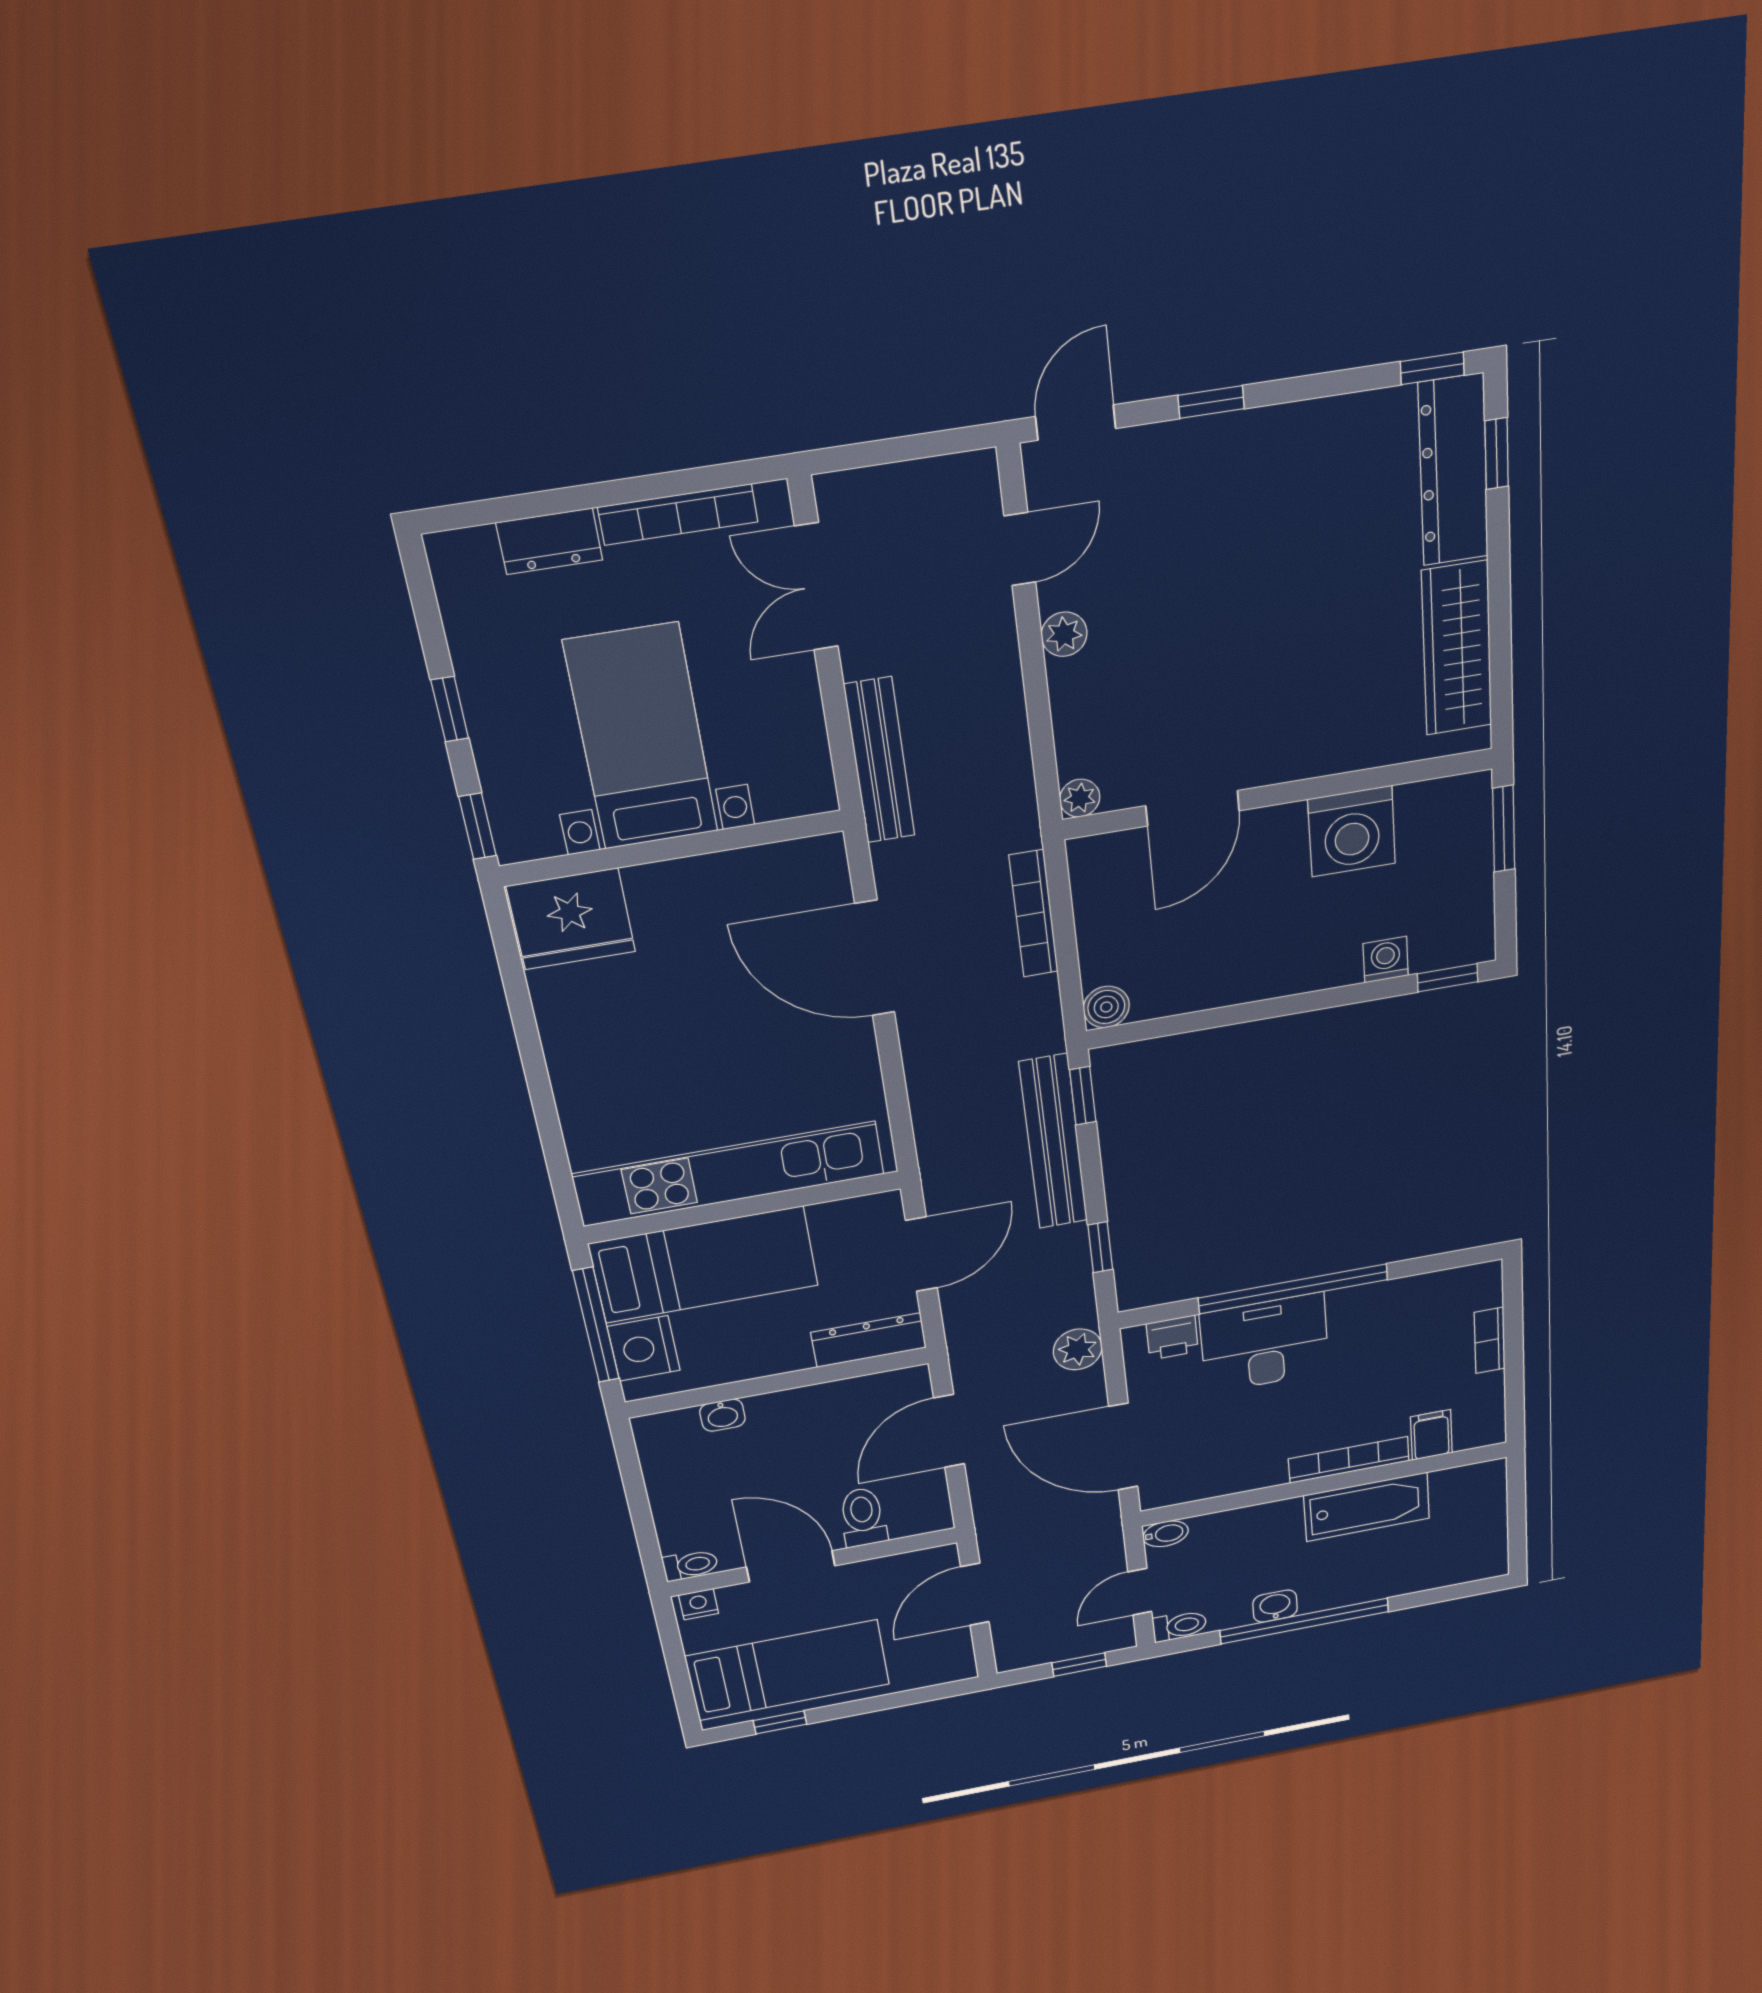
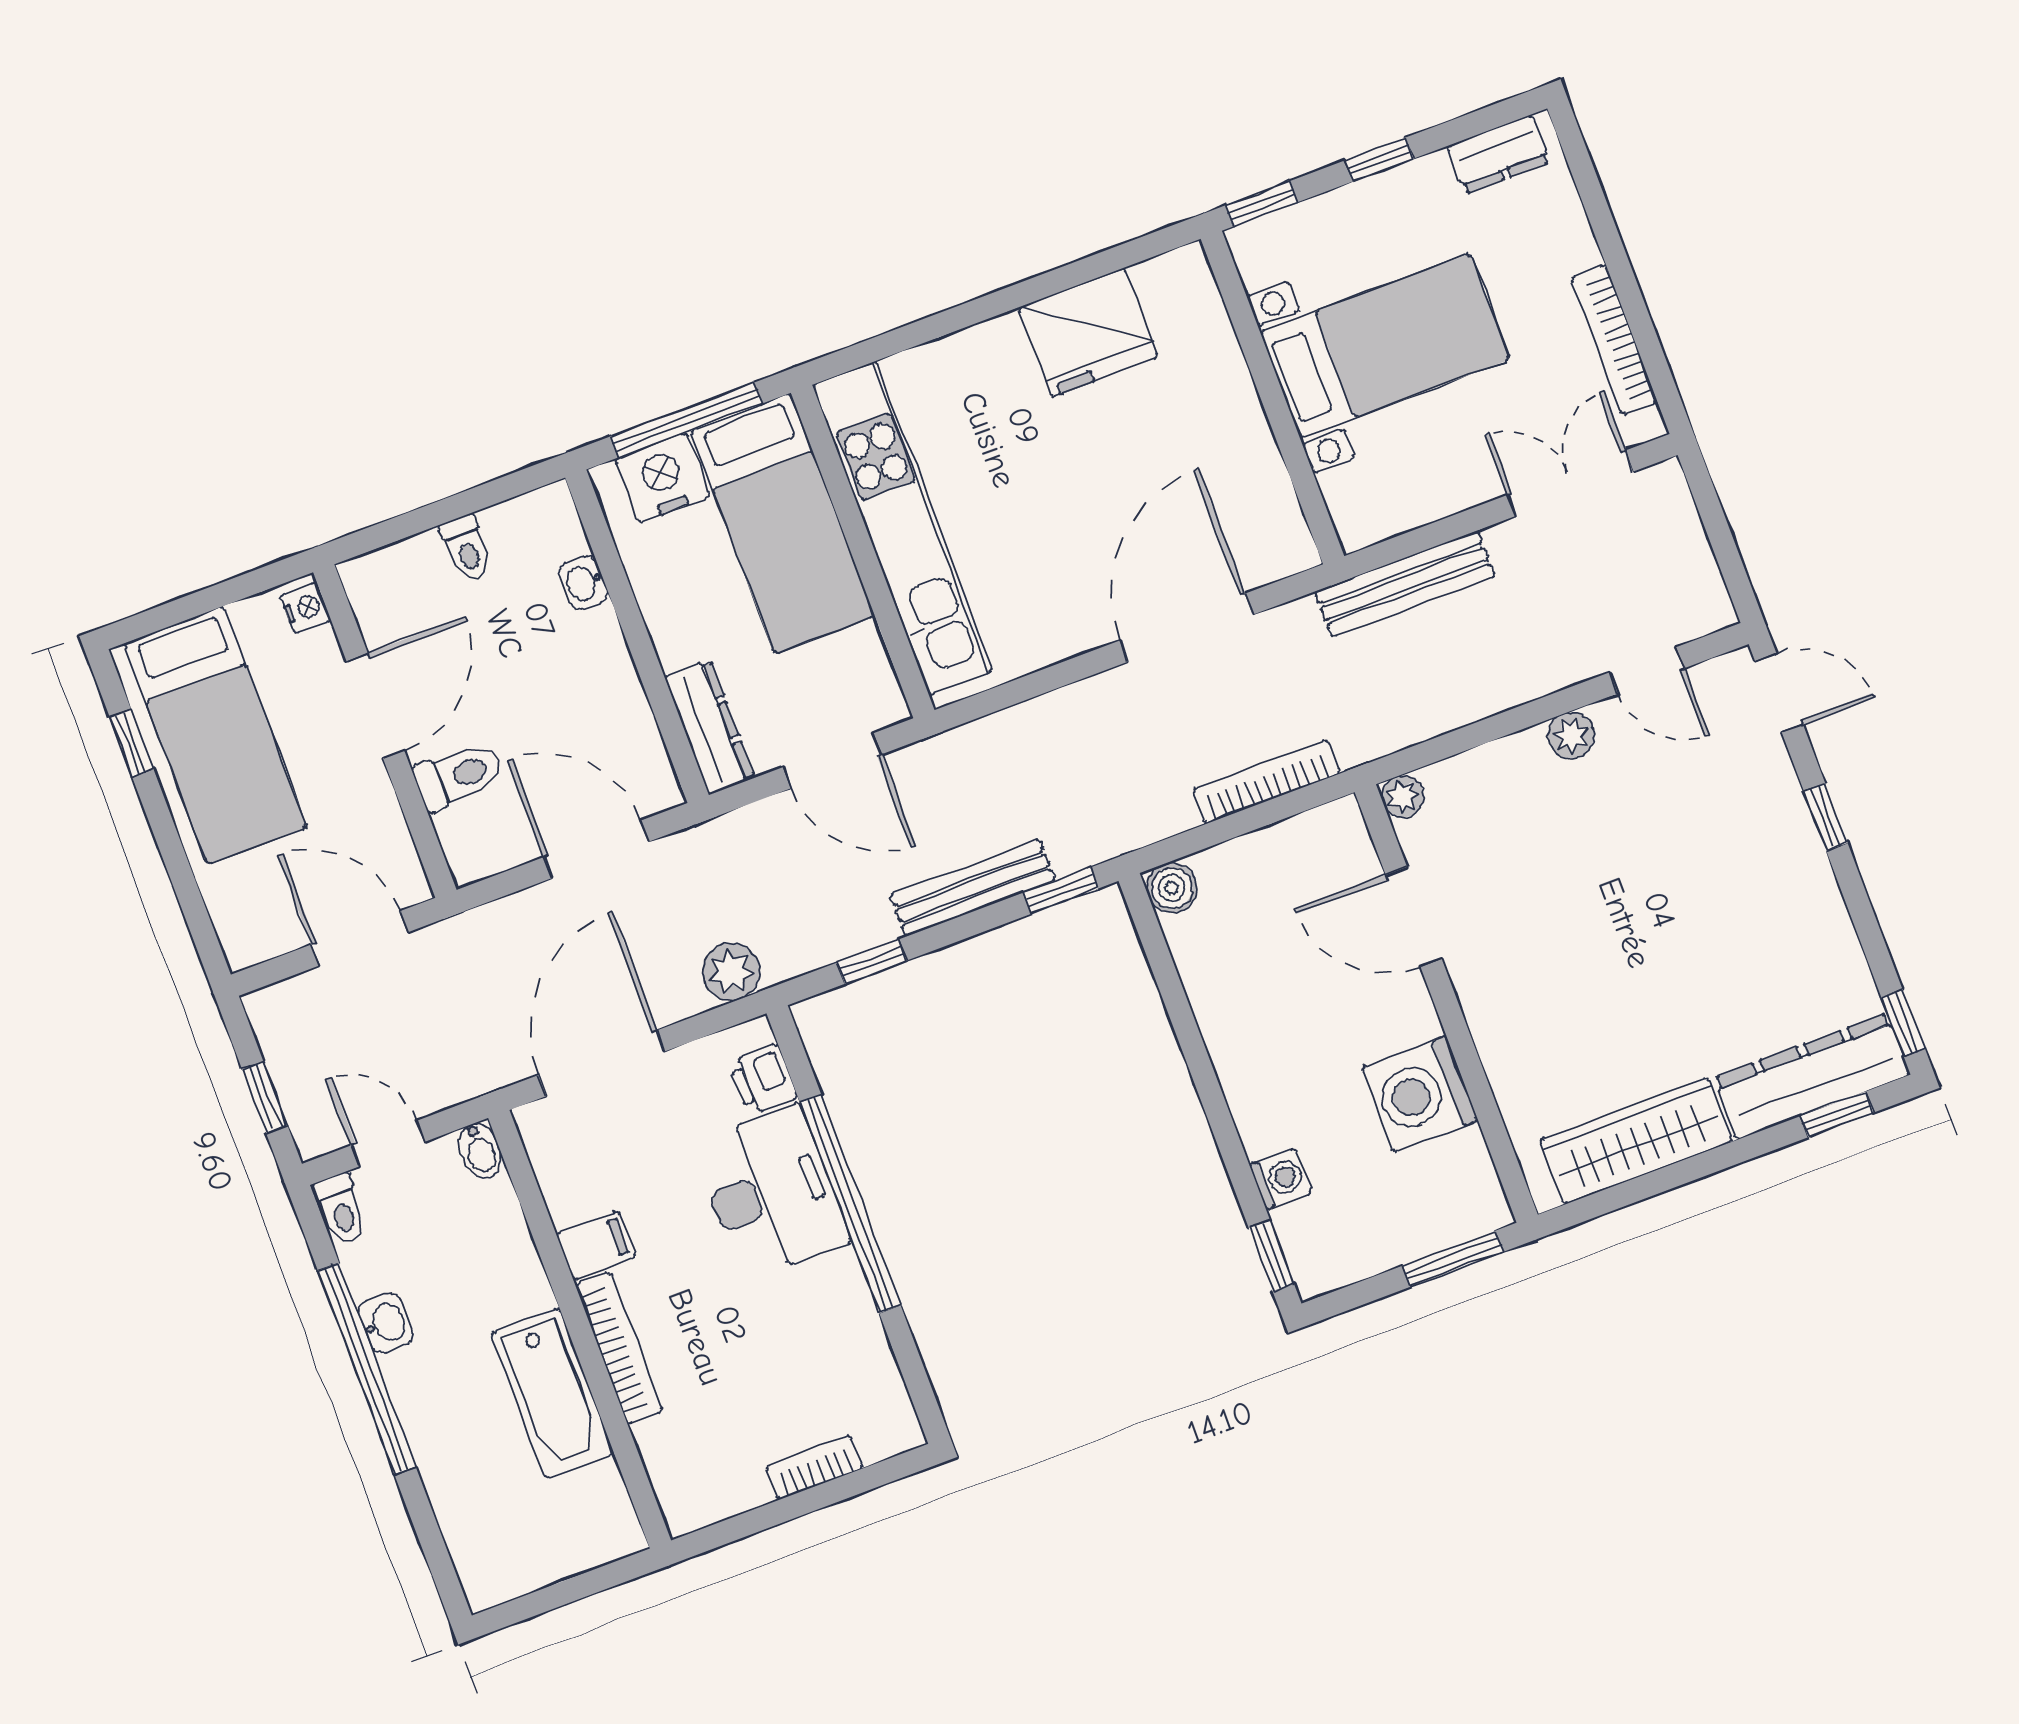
dresser: (549, 541) -> (1499, 154), moved, turned -90
fridge: (571, 919) -> (1088, 332), moved, turned -90
bench: (1053, 1142) -> (973, 888), width x0.73, depth x0.82
filing cabinet: (1431, 1435) -> (596, 1245), moved
toilet: (690, 1565) -> (466, 548), moved

